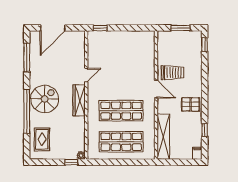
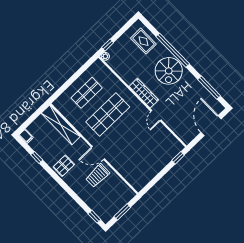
shop shelf: (121, 142) -> (87, 93), width x0.70, depth x0.74

